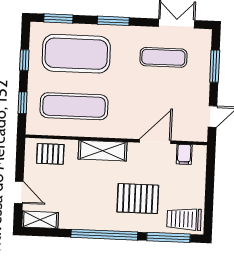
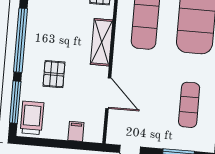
filing cabinet: (184, 154) -> (76, 131), moved, turned 90
pallet: (138, 199) -> (54, 74), width x0.67, depth x0.71

